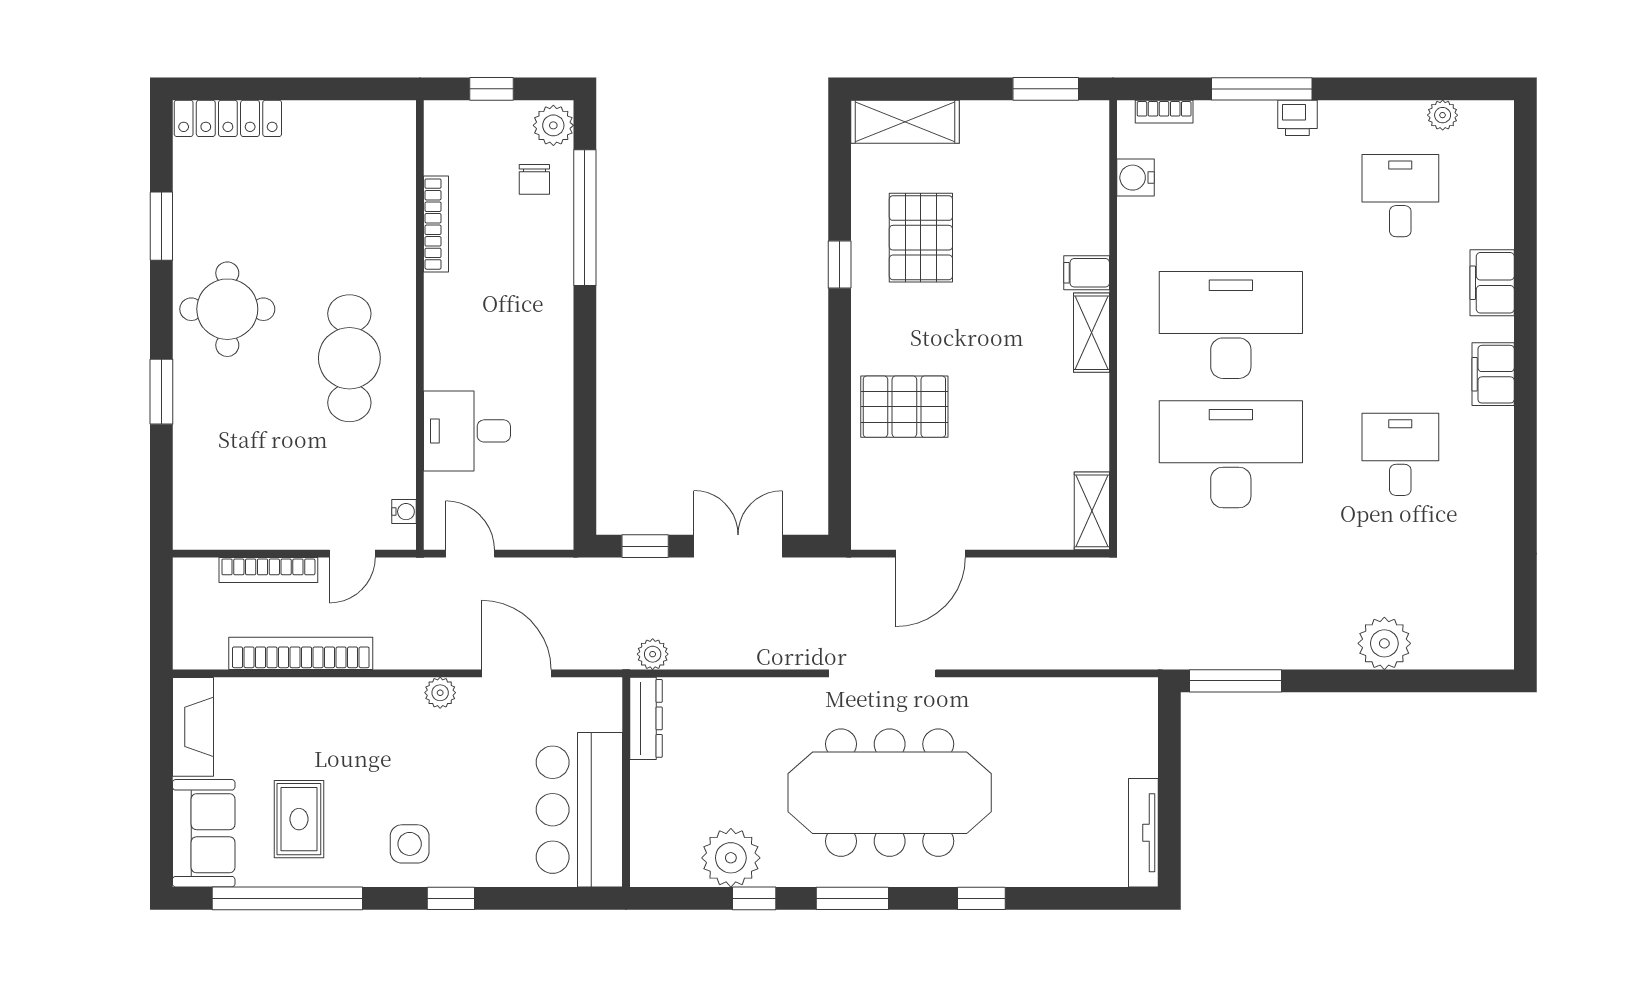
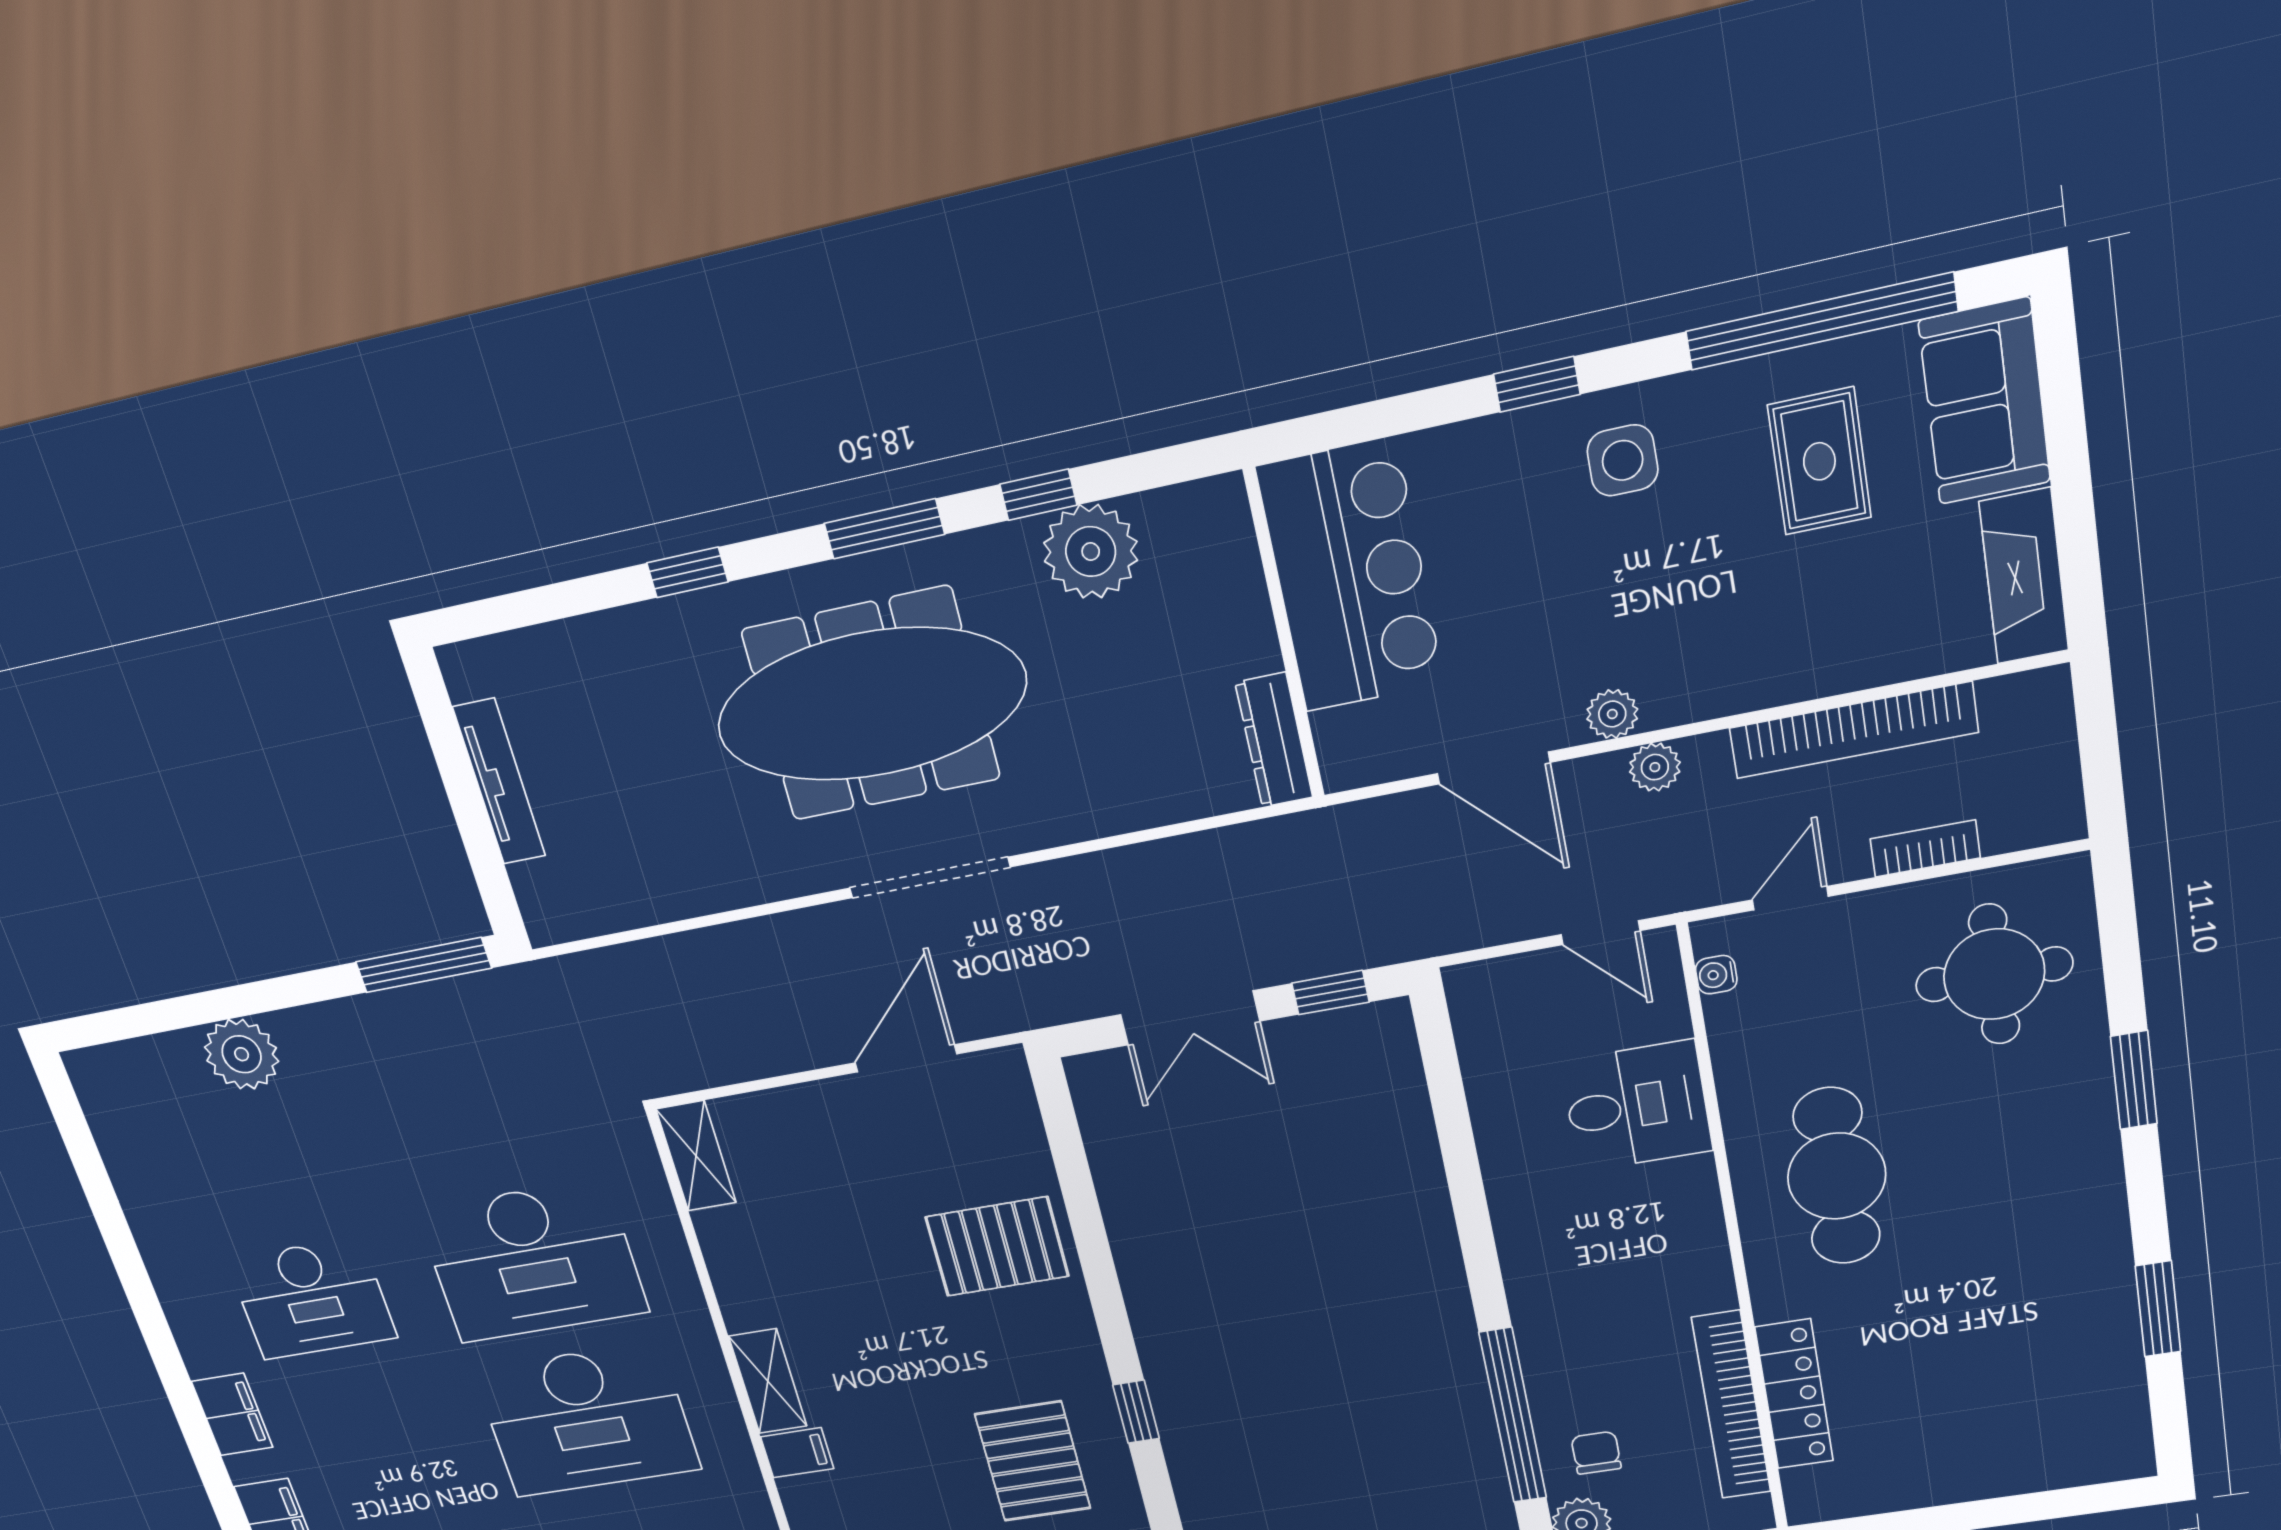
locker: (228, 118) -> (1794, 1394), moved, turned 90
bookcase: (436, 224) -> (1731, 1405), width x1.48, depth x1.31
round table: (227, 309) -> (1994, 974), moved
desk: (1400, 454) -> (312, 1299), width x1.37
bookcase: (268, 570) -> (1925, 848), width x0.64
plant: (653, 654) -> (1655, 767), moved
tv unit: (1143, 833) -> (499, 782), moved

